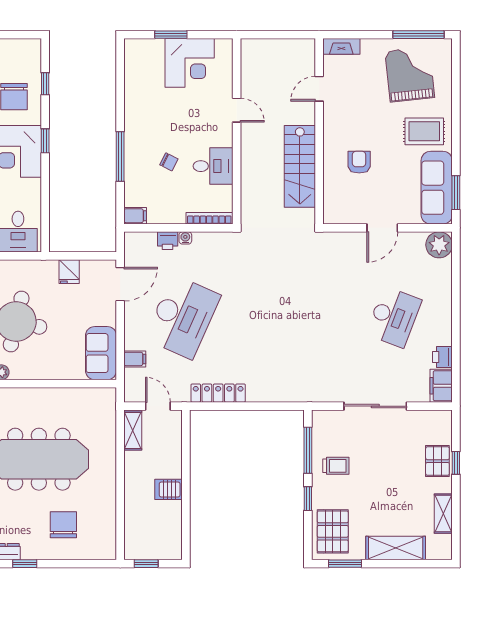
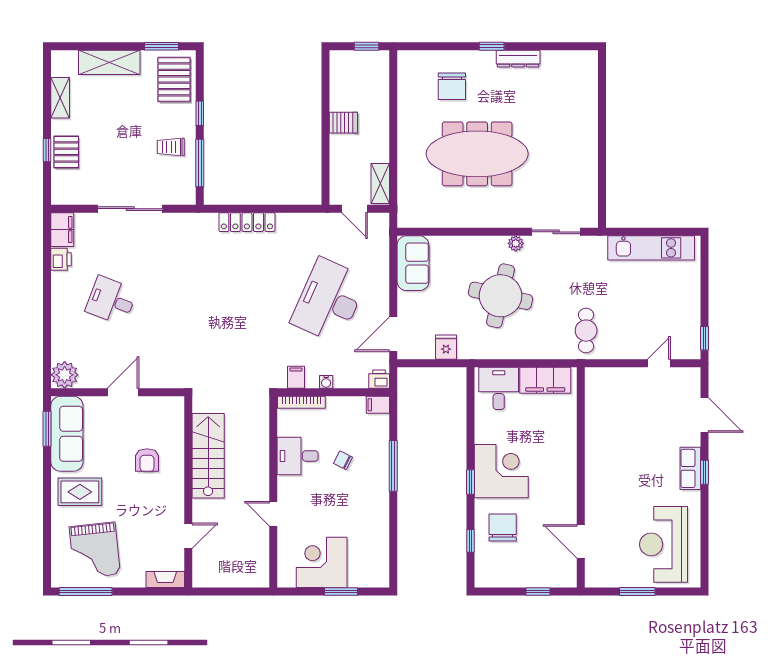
printer: (168, 241) -> (379, 379), moved
desk: (394, 317) -> (111, 300), width x0.73
filing cabinet: (135, 359) -> (296, 377), moved, turned 90
locker: (218, 393) -> (247, 222), moved

